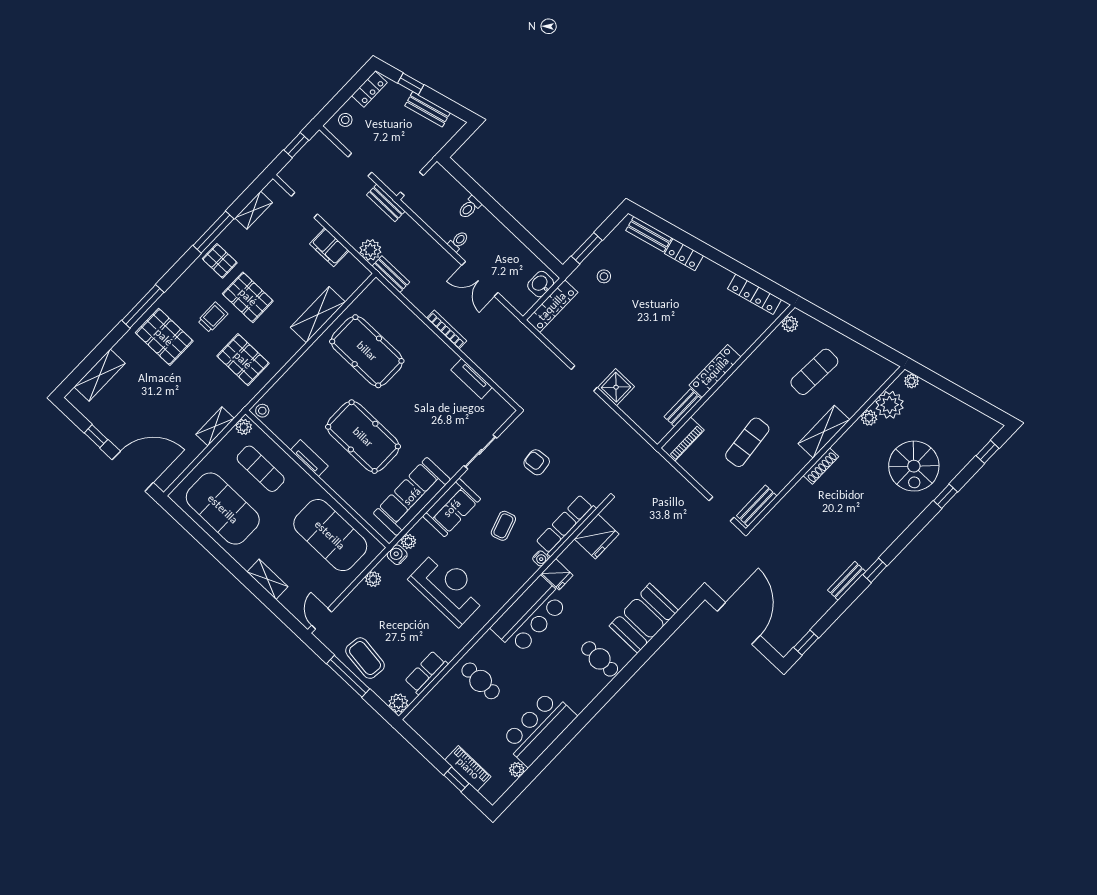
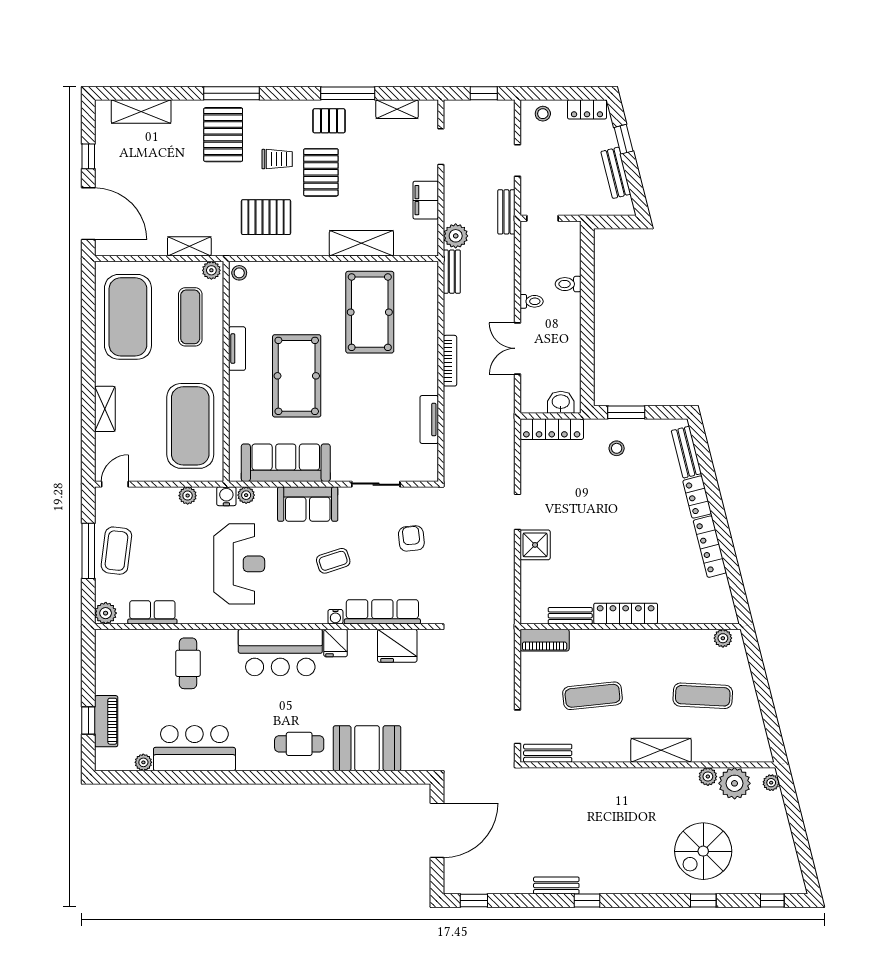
pallet: (220, 261) -> (329, 121), turned 90
locker: (755, 294) -> (710, 547), moved
pallet: (243, 360) -> (266, 217), turned 90
shoe rack: (821, 466) -> (631, 775), removed
cafe table: (600, 659) -> (299, 744), turned 90

